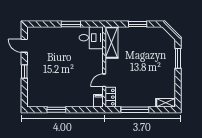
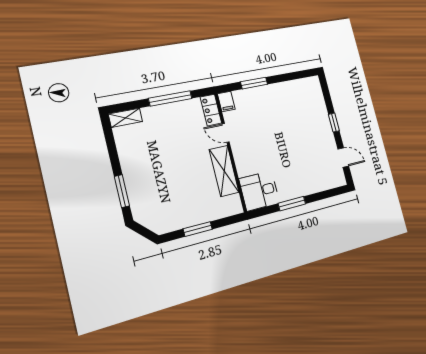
shelving: (112, 42) -> (224, 171), moved
door: (104, 80) -> (226, 133), swing flipped
window: (56, 110) -> (254, 83), moved

